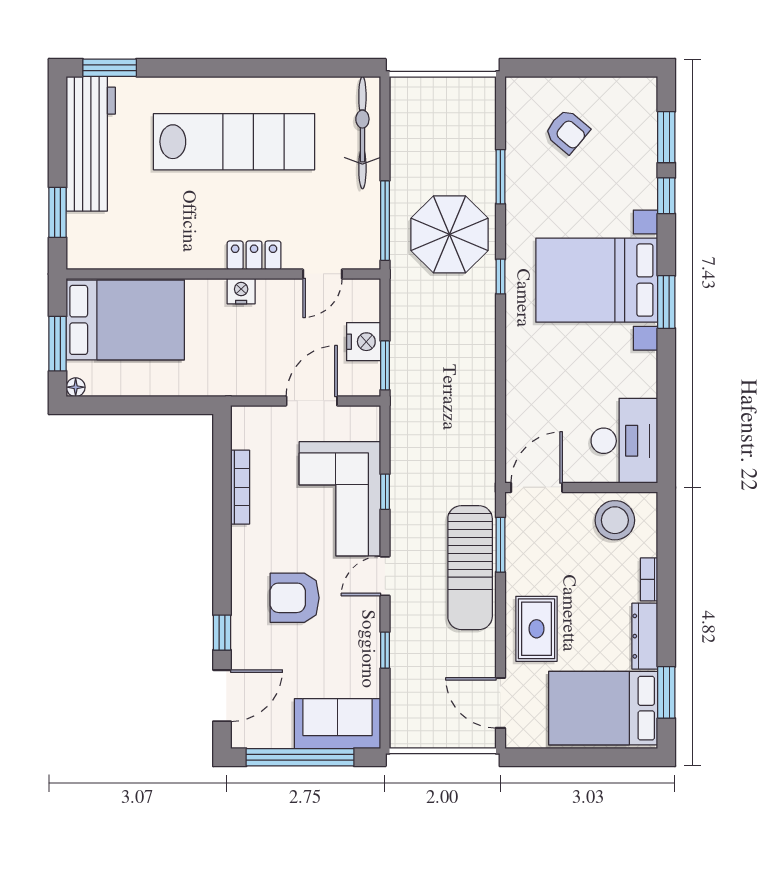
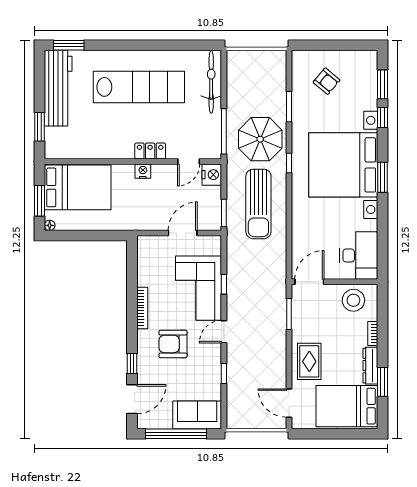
bed with nightstands: (597, 280) -> (343, 165), width x1.36
nightstand: (364, 342) -> (212, 175), moved
bookcase: (240, 487) -> (142, 308), moved
sun lounger: (470, 568) -> (258, 204), moved
window: (666, 692) -> (382, 382), moved

